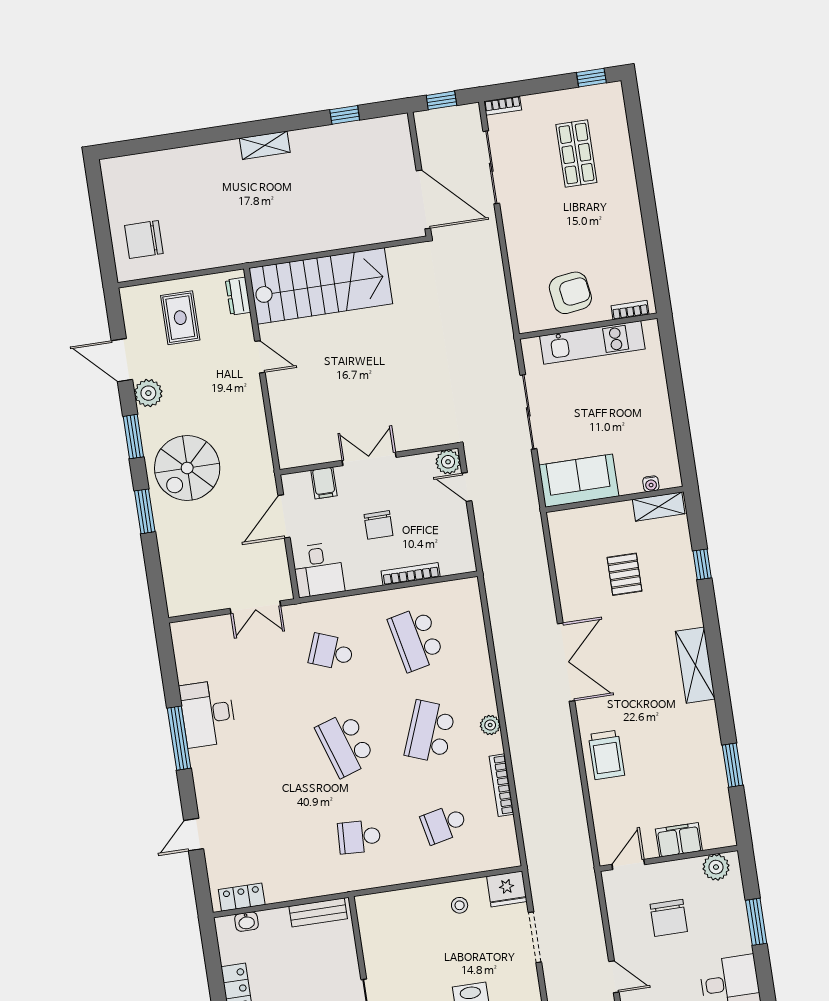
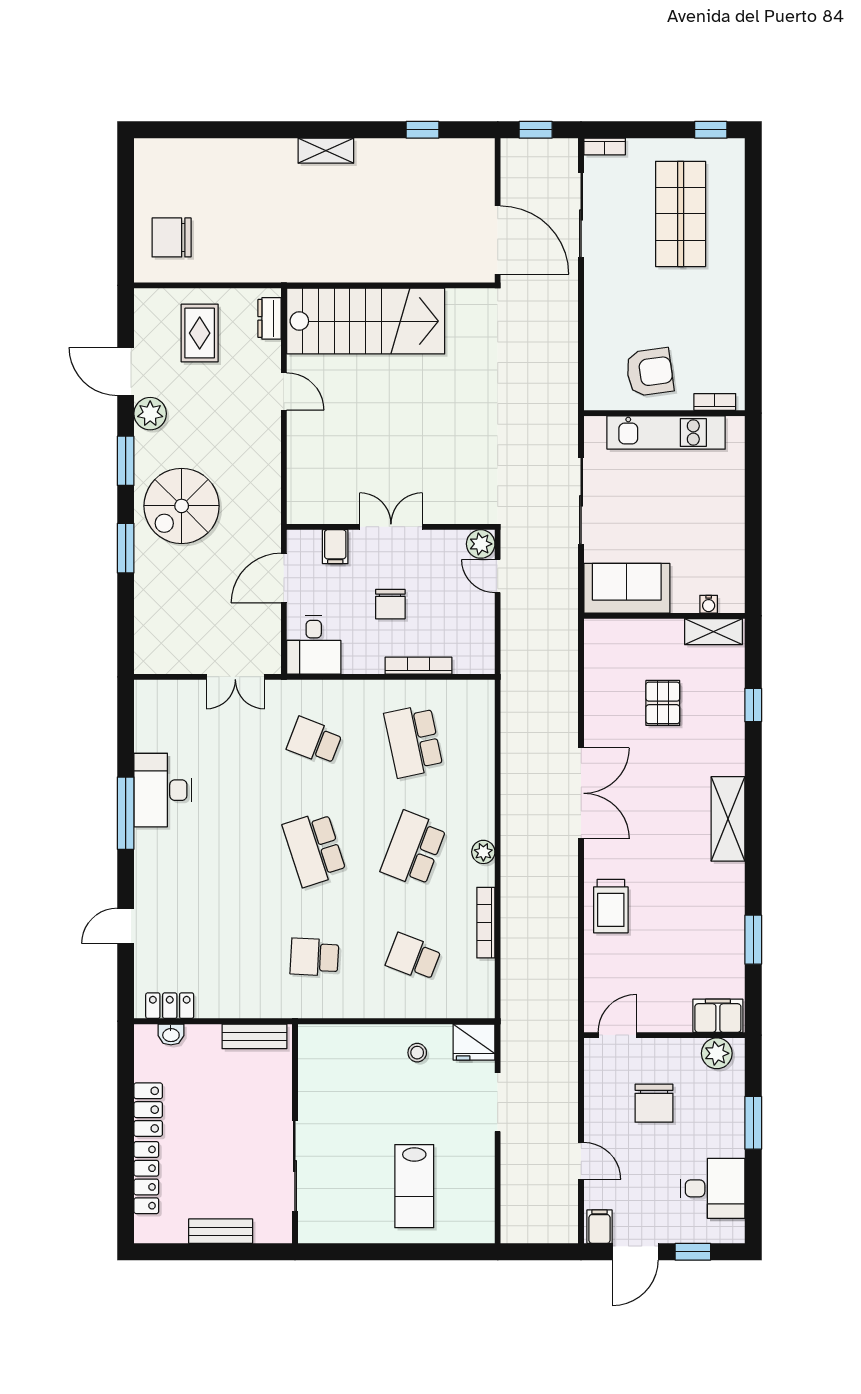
shop shelf: (576, 153) -> (681, 214), width x1.43, depth x1.36
school desk: (444, 824) -> (413, 957), turned 33
filing cabinet: (679, 840) -> (718, 1016), moved

